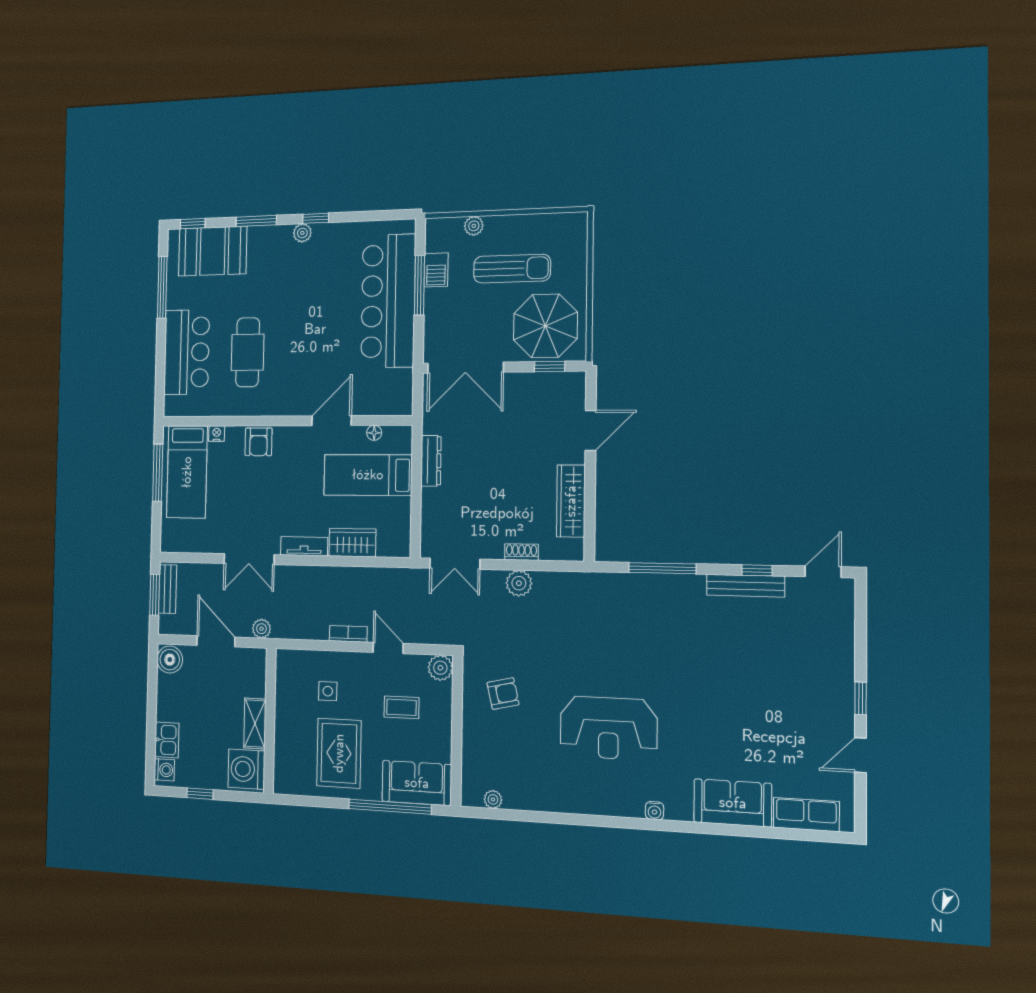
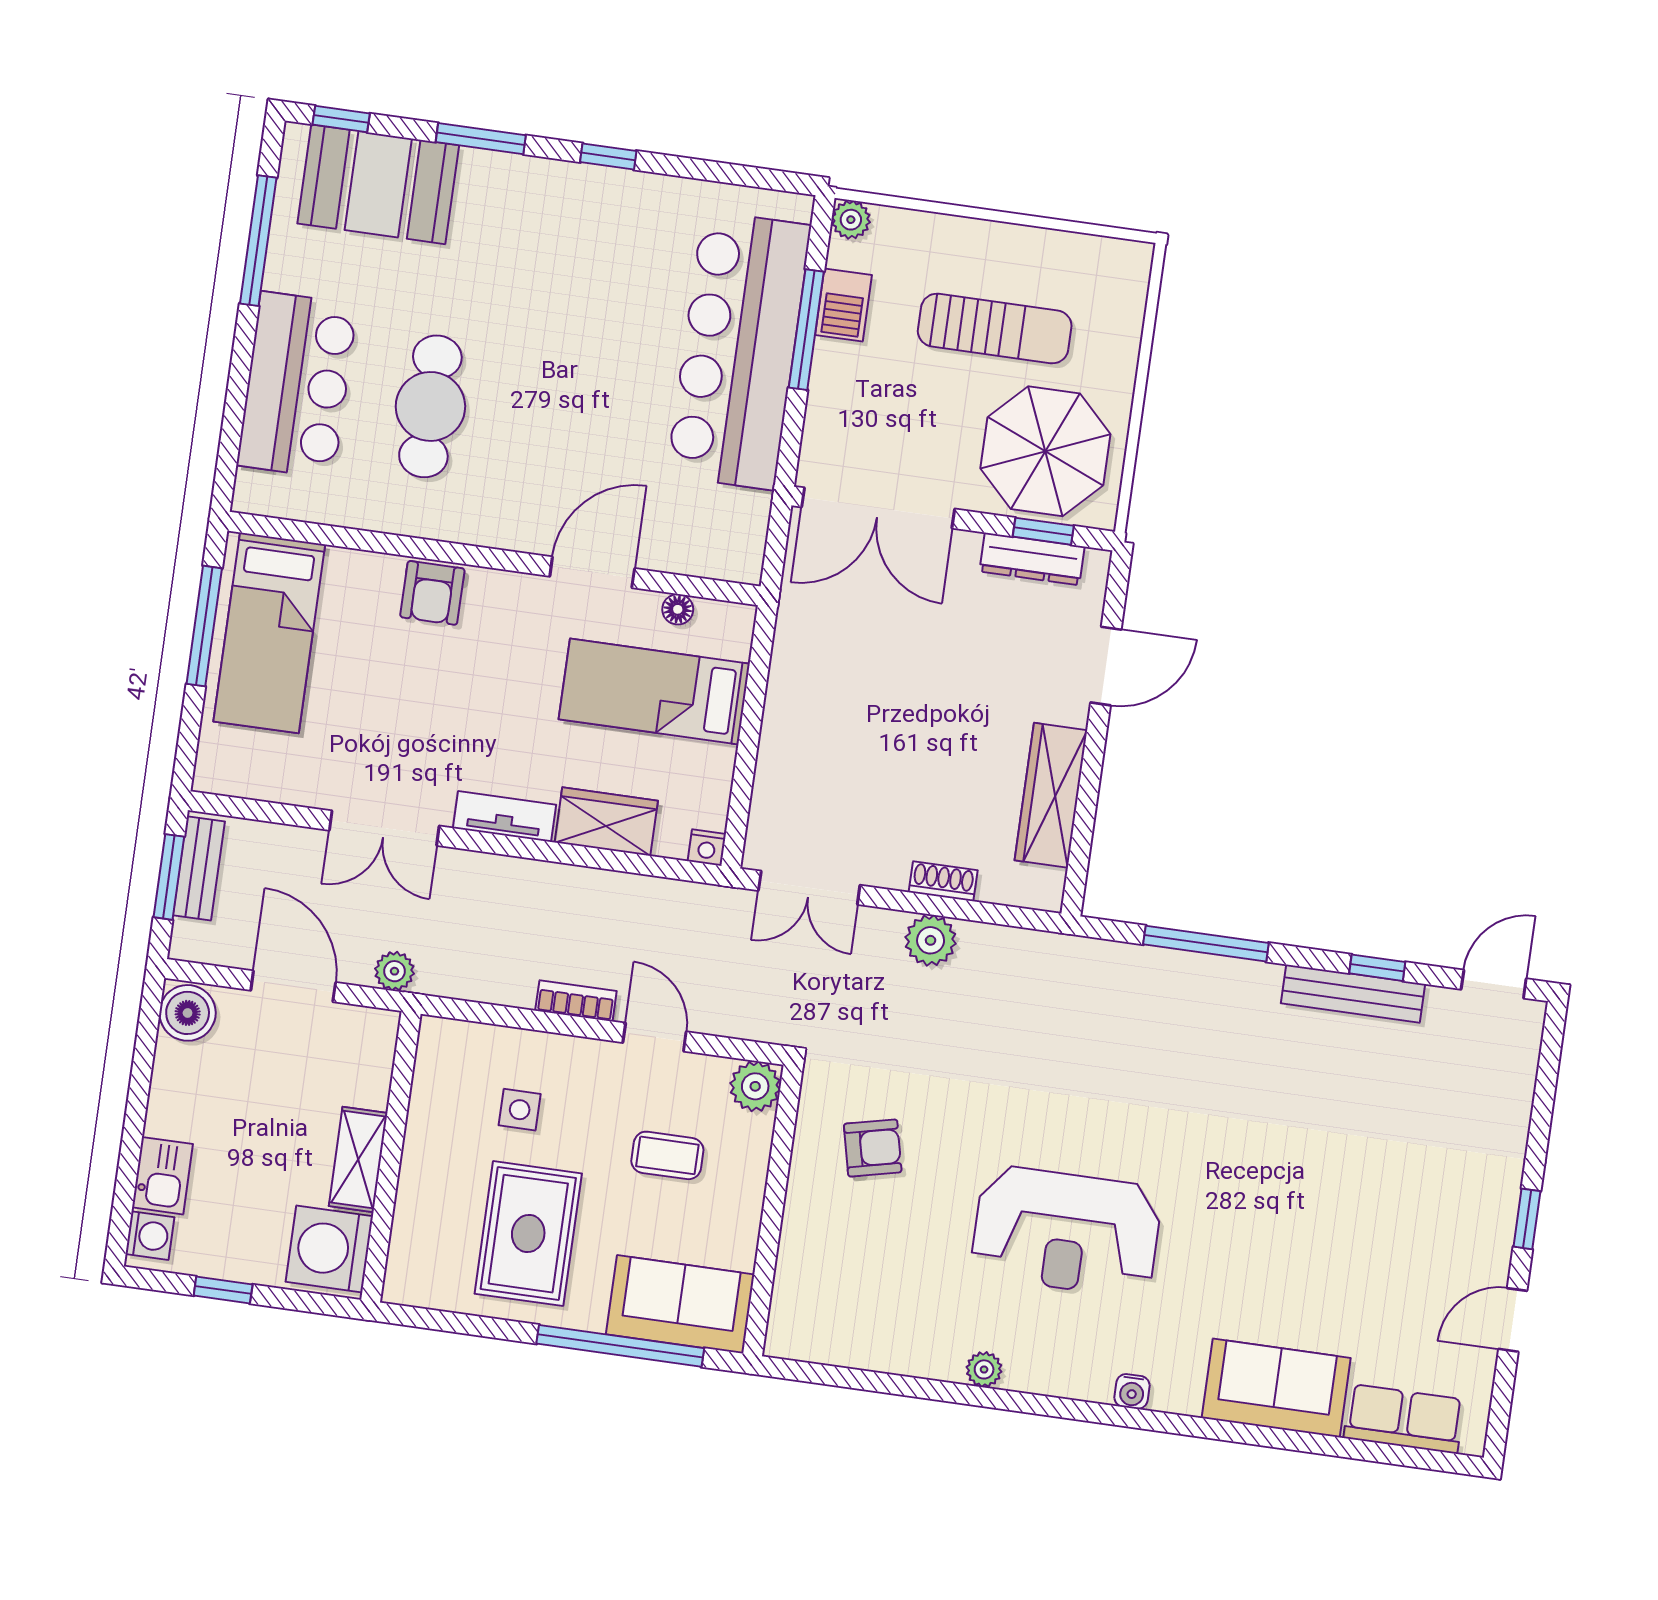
plant: (474, 226) -> (851, 220), moved
plant: (302, 233) -> (576, 181), removed
nightstand: (217, 434) -> (707, 848), moved, turned 180
dresser: (431, 461) -> (1032, 559), moved, turned 90
plant: (493, 799) -> (984, 1369), moved

